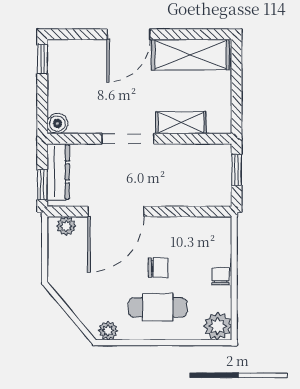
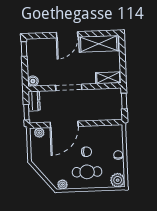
shelving: (181, 123) -> (108, 78), moved
dresser: (58, 172) -> (34, 101), width x0.70

